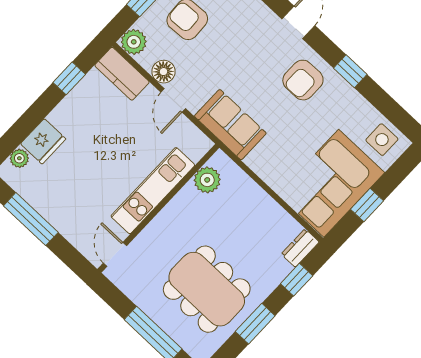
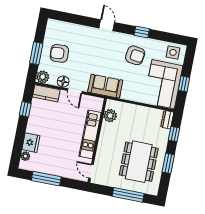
armchair: (303, 80) -> (135, 55), moved, turned -82
dining table: (207, 289) -> (139, 162), turned 90

